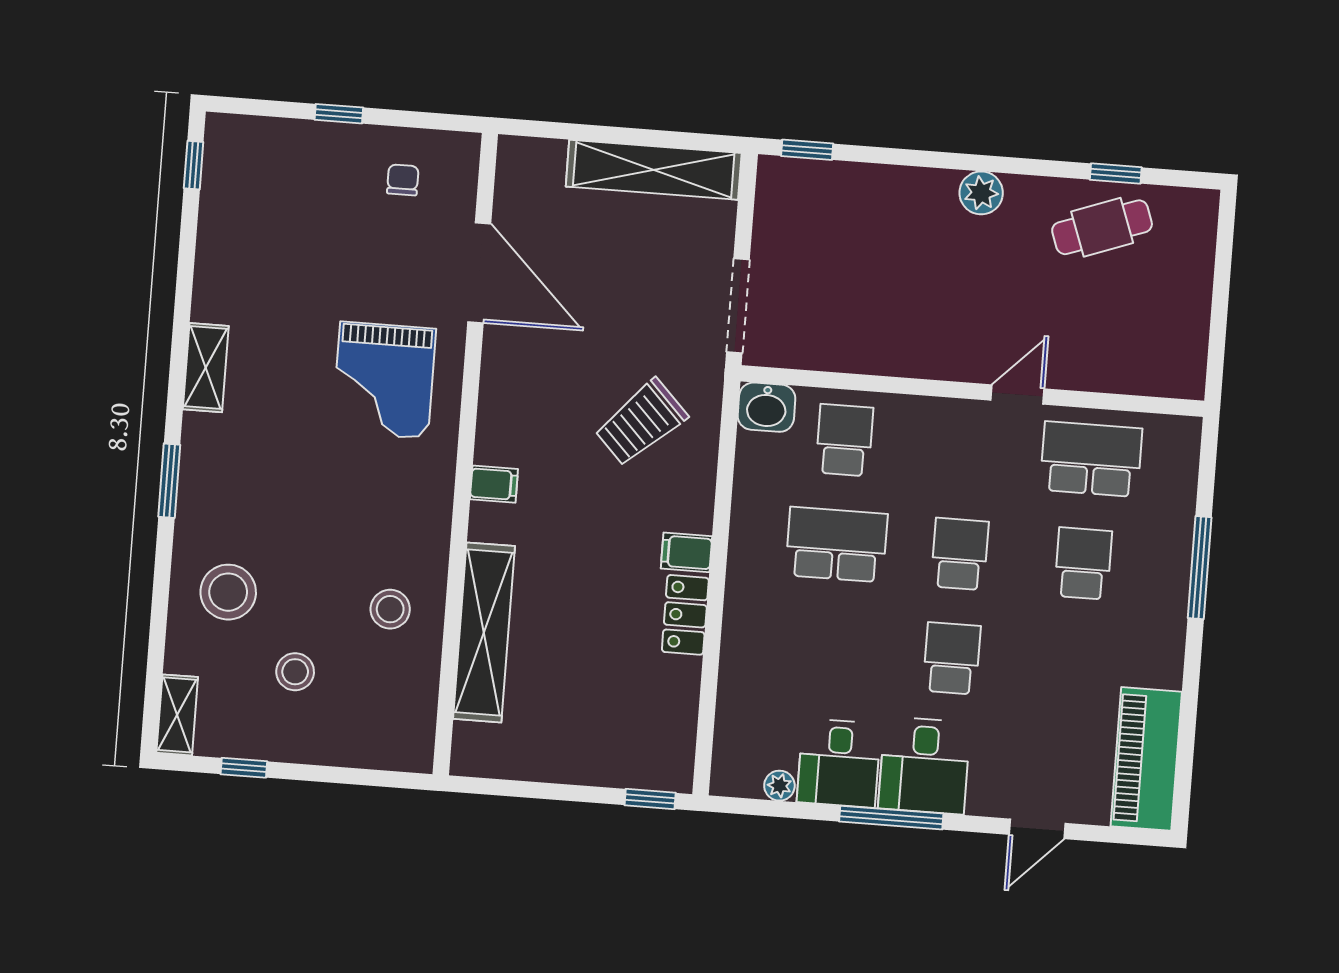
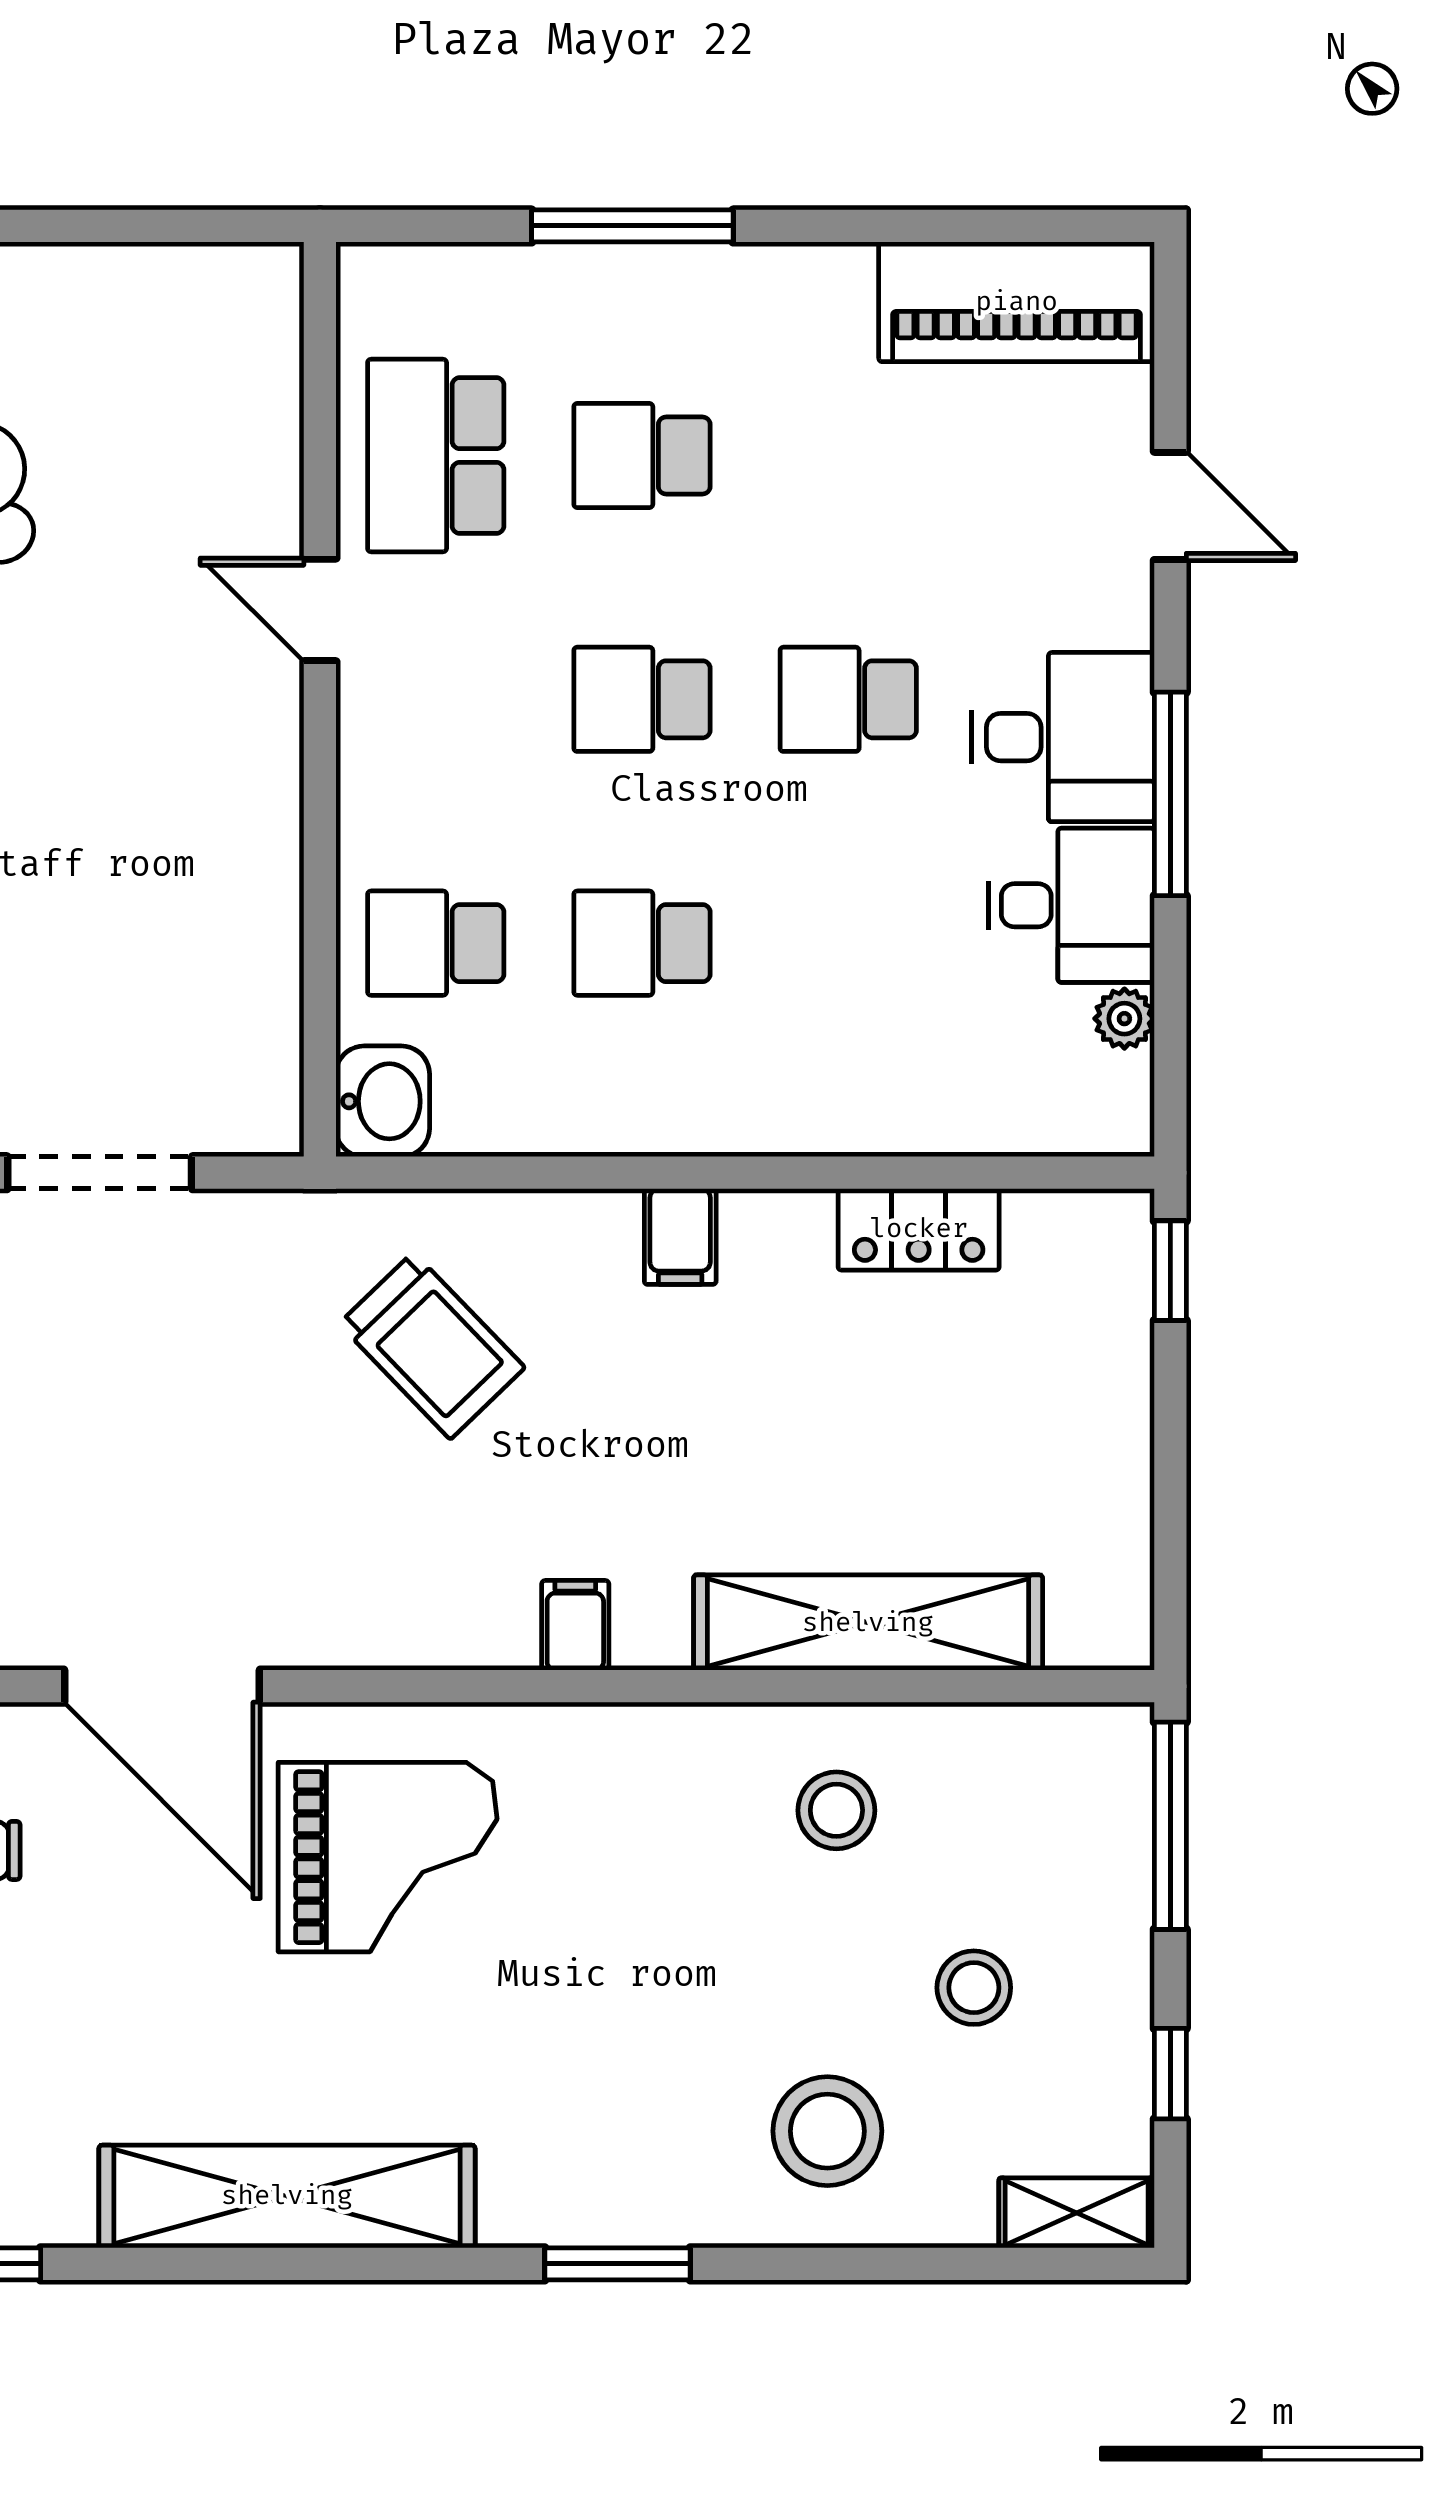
door: (479, 273) -> (162, 1686), swing flipped
doorway: (738, 306) -> (100, 1173), moved
shelving: (206, 368) -> (287, 2196), width x2.20, depth x1.33
school desk: (836, 545) -> (642, 943), width x0.54
locker: (685, 615) -> (919, 1229), moved
window: (369, 777) -> (1170, 1826), added

